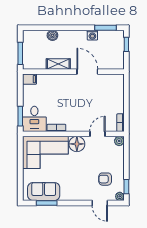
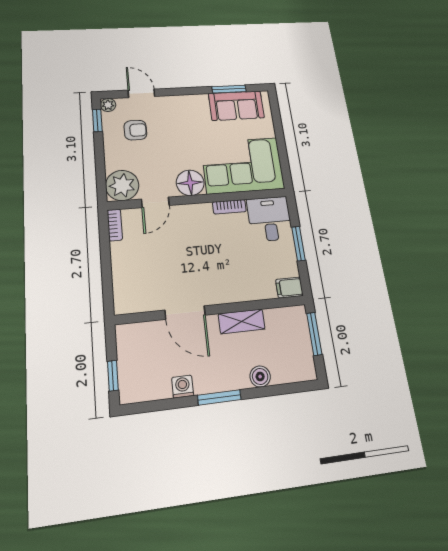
window: (106, 28) -> (219, 397), moved
window: (20, 116) -> (298, 244), moved
plant: (119, 141) -> (122, 185), width x1.88, depth x1.88

